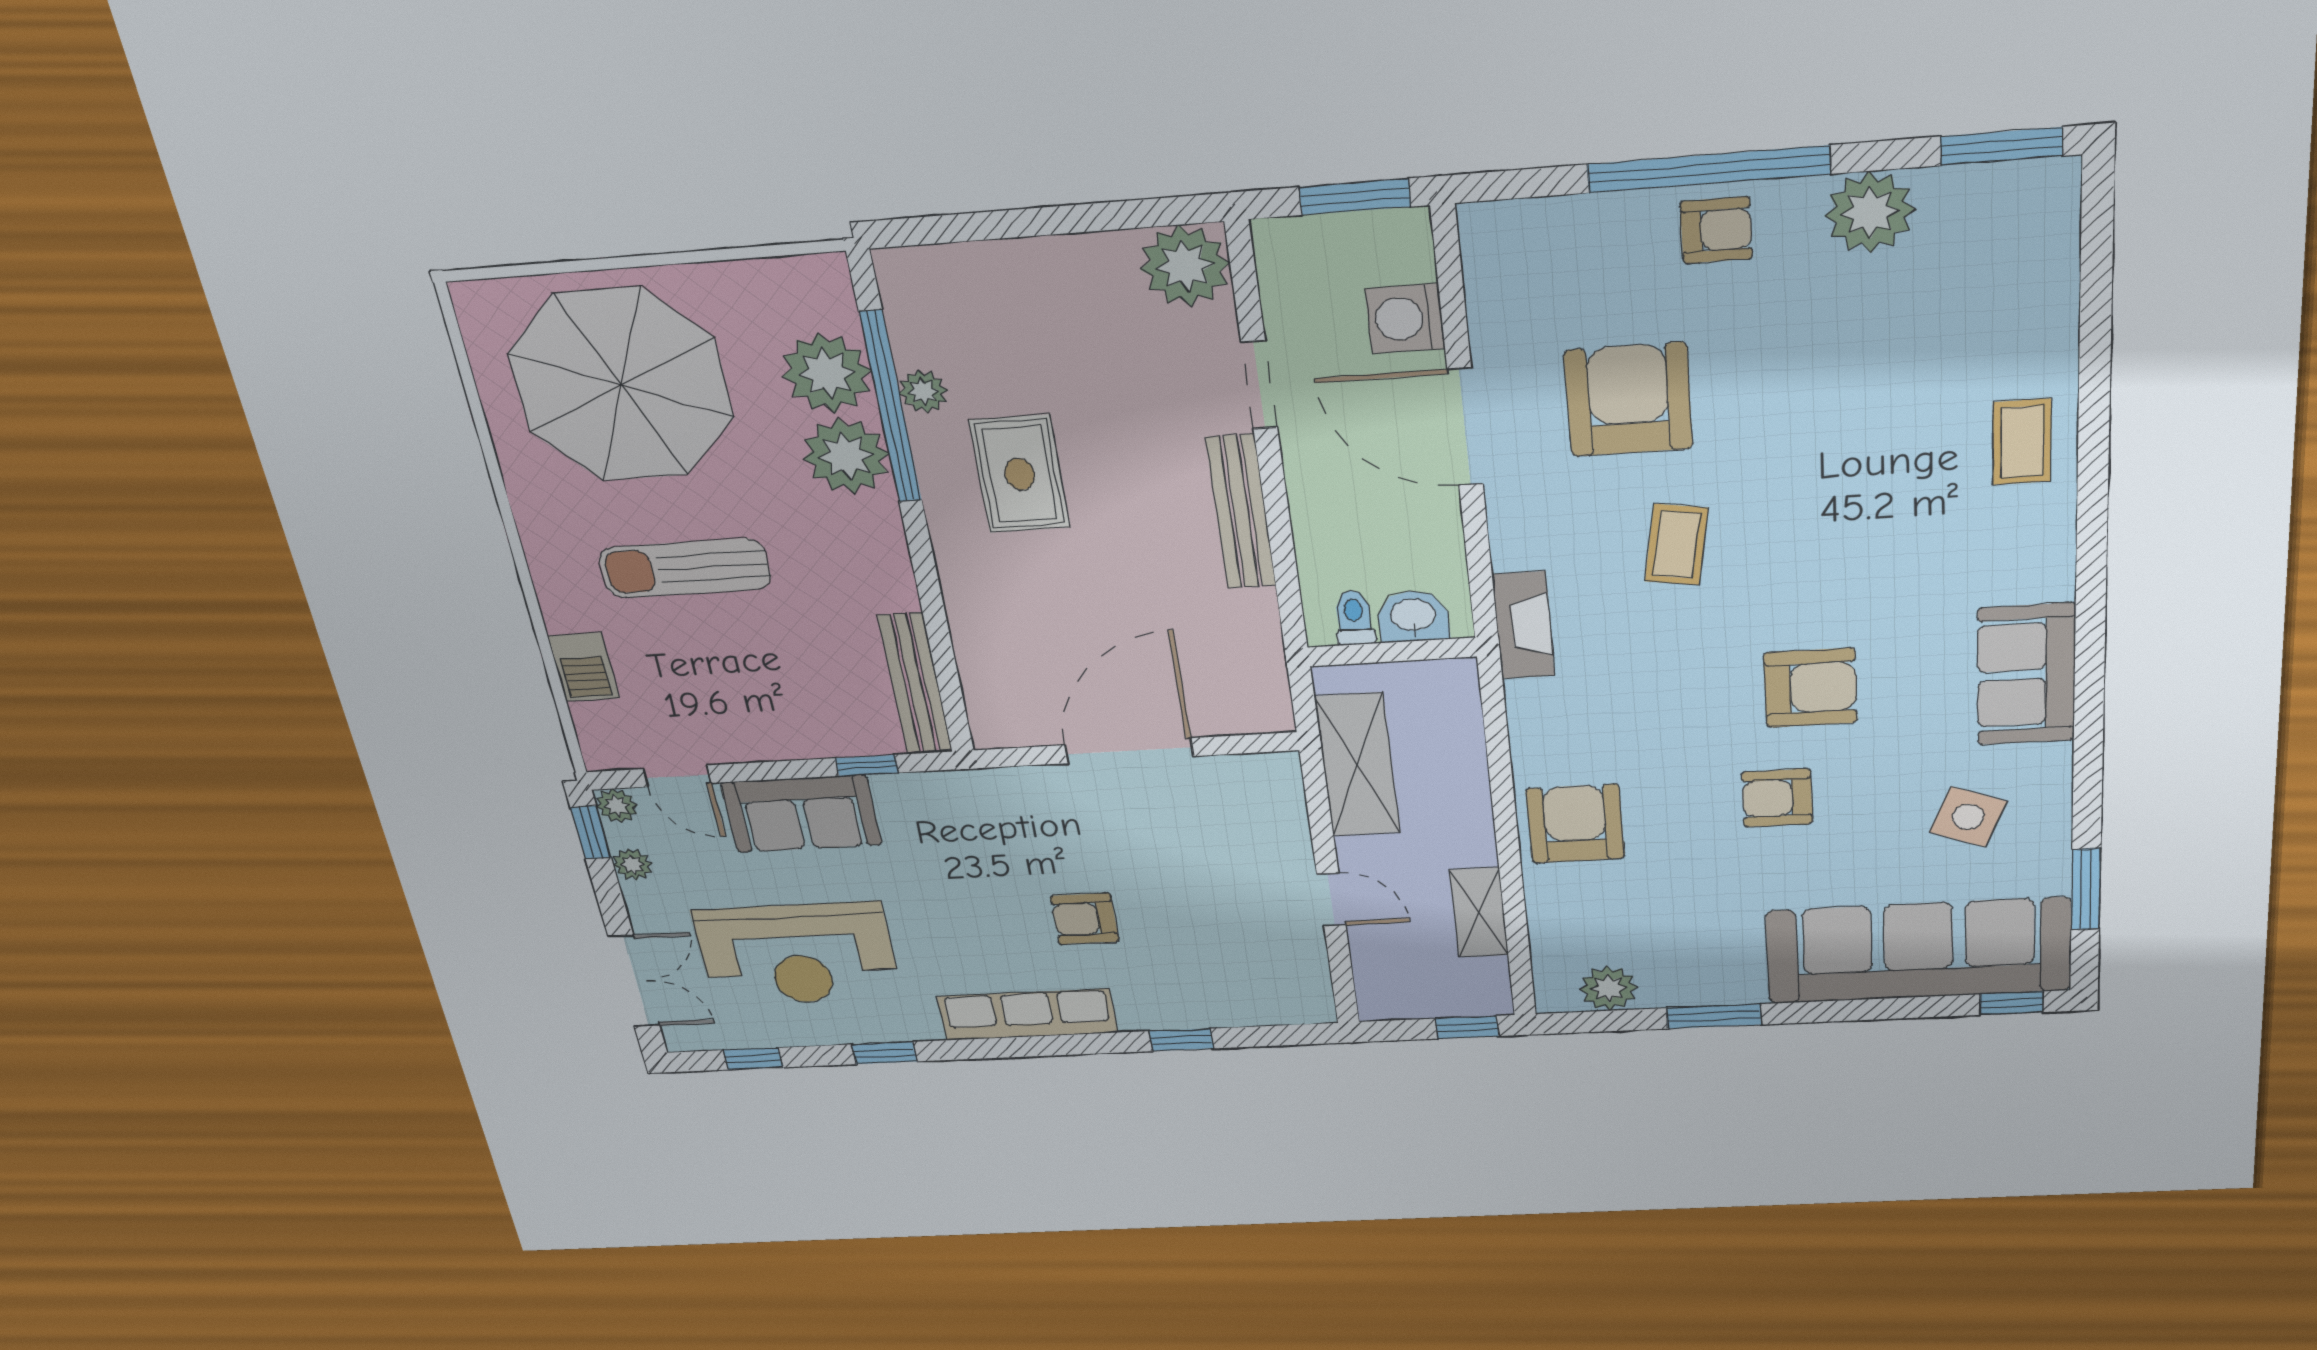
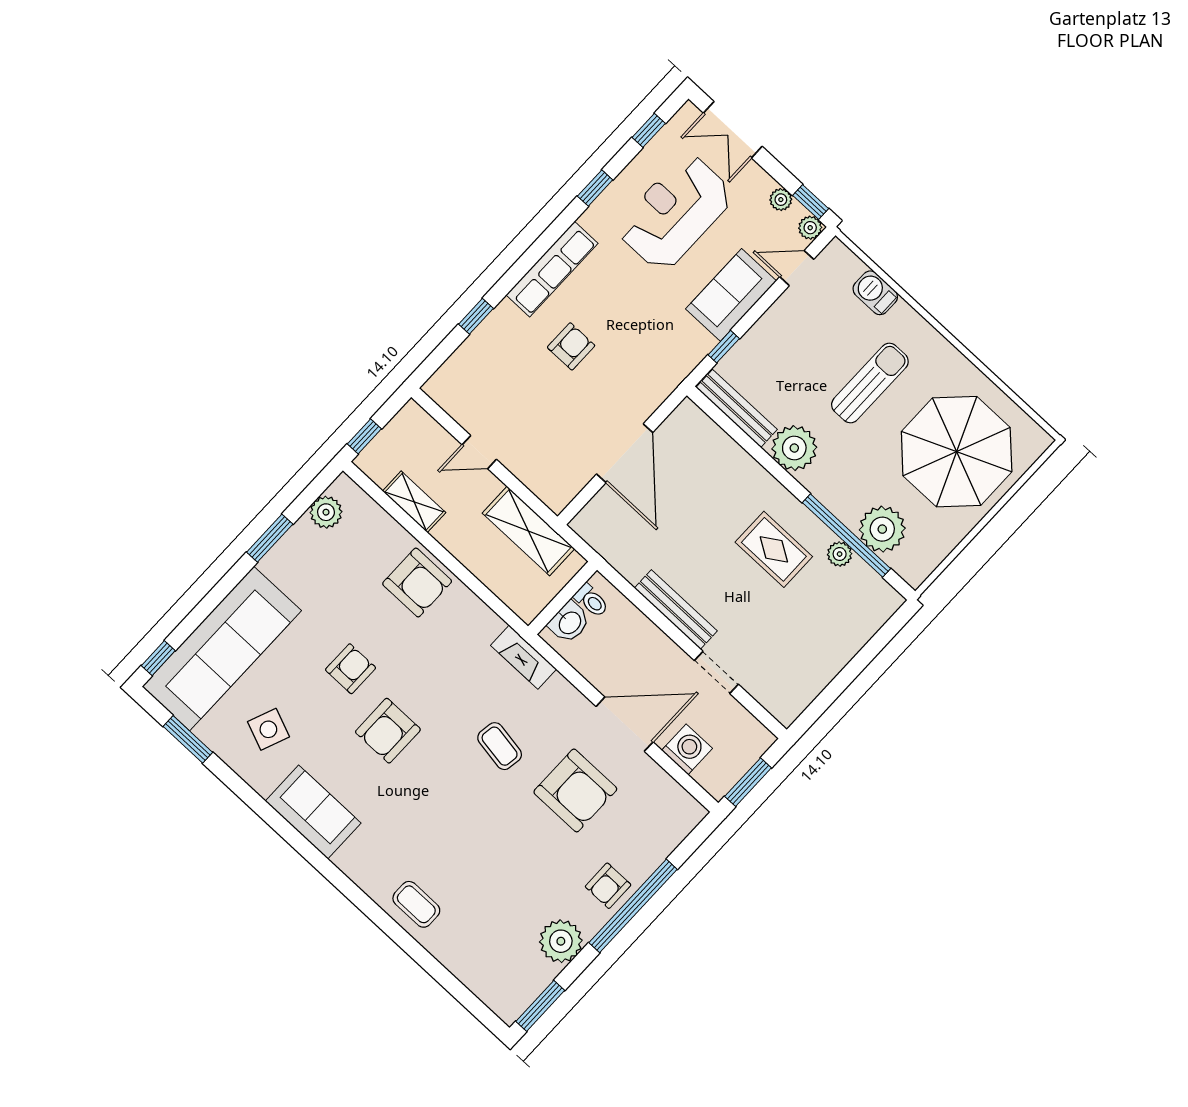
plant: (1185, 266) -> (786, 698), removed
plant: (846, 456) -> (794, 448), moved

